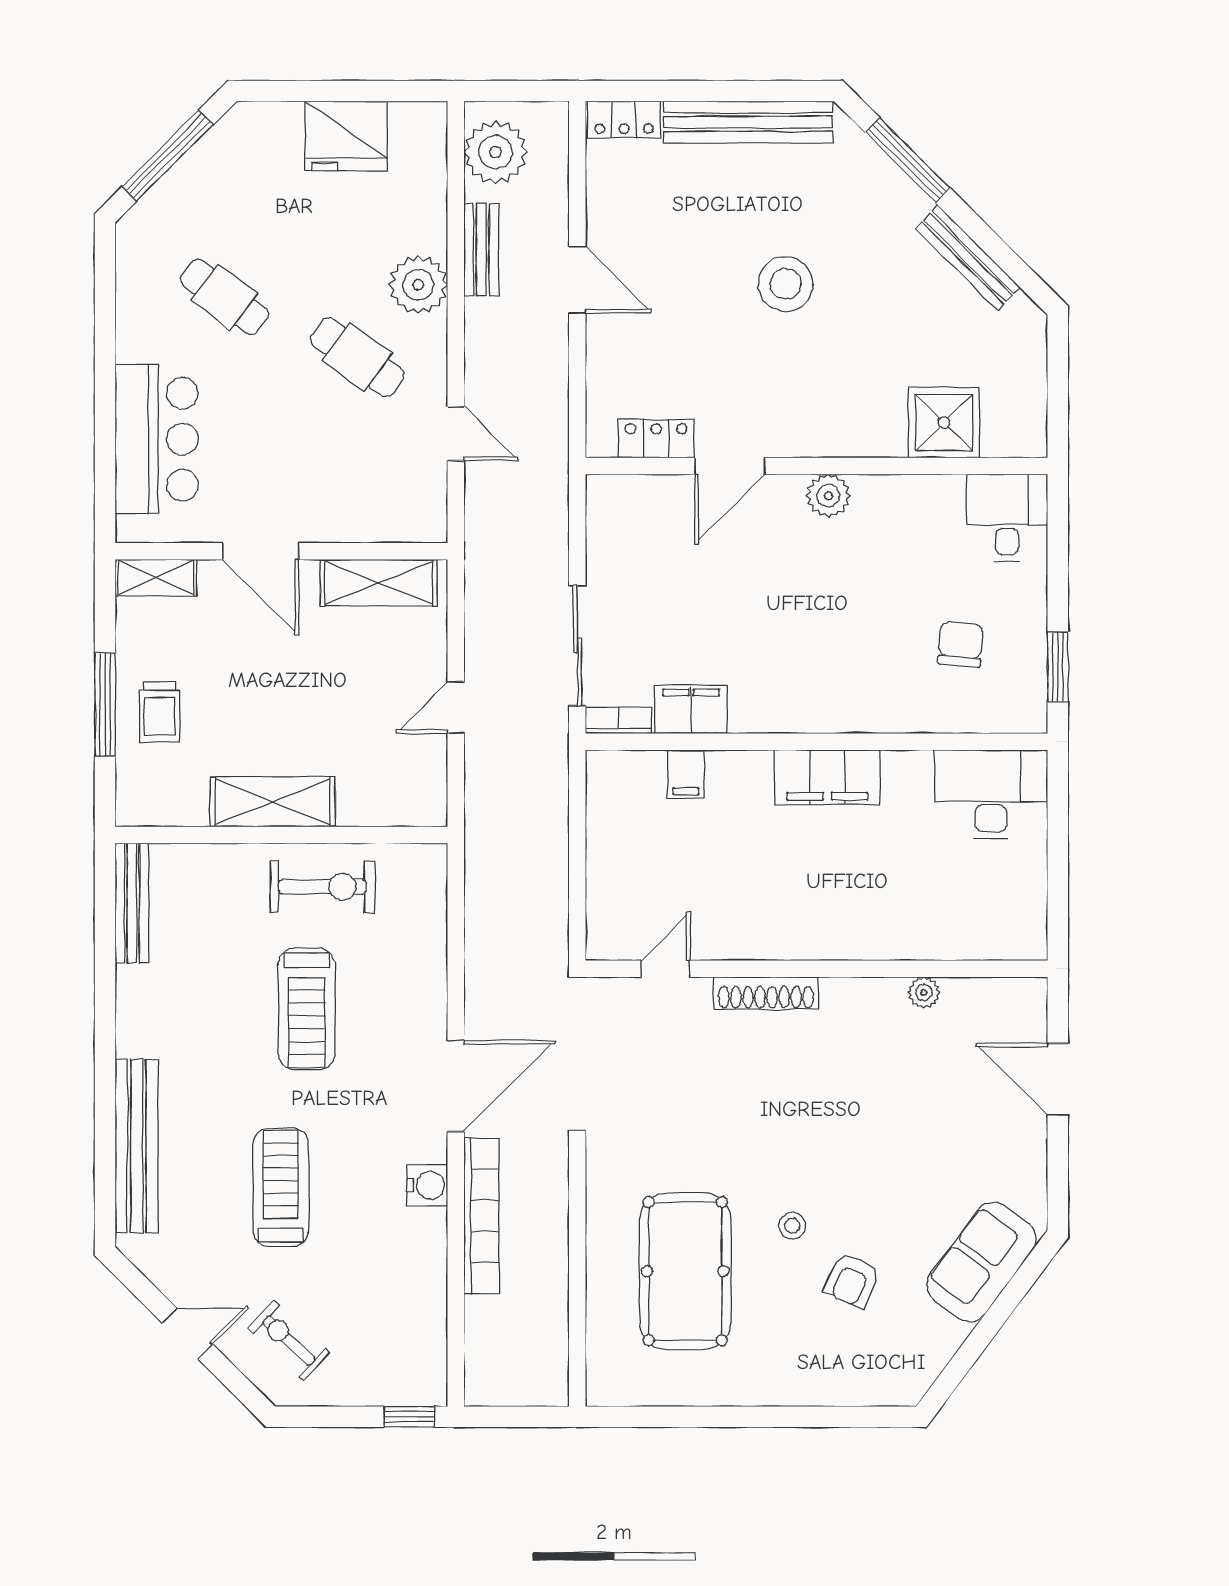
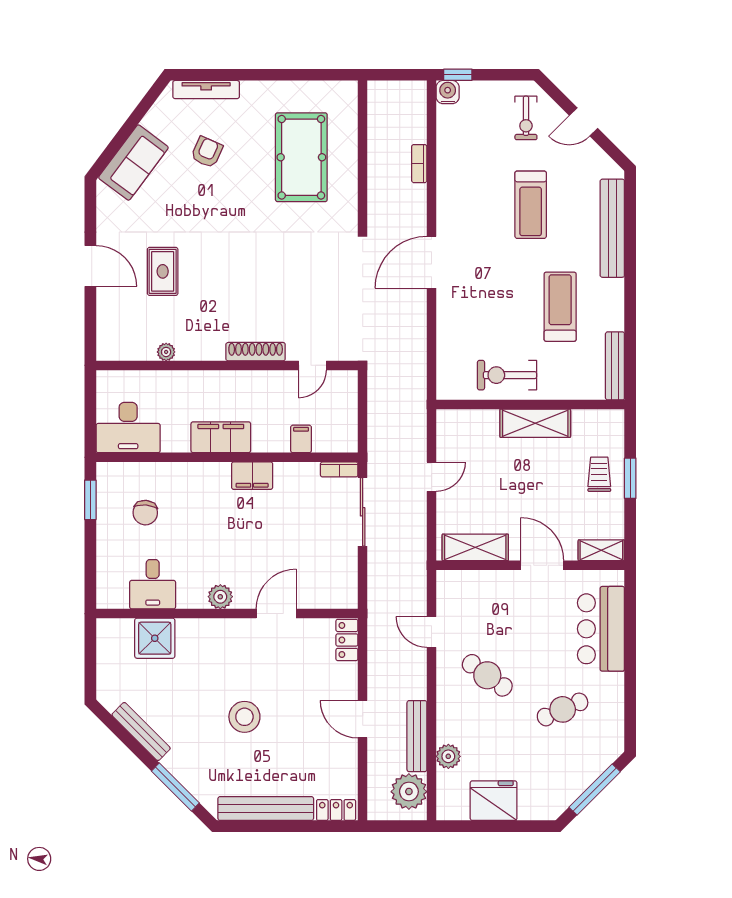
bench: (481, 250) -> (417, 736), width x1.36
plant: (418, 285) -> (448, 756), moved, width x0.73, depth x0.73
cafe table: (224, 297) -> (563, 709), turned -61
locker: (656, 439) -> (347, 640), moved, turned 90
desk: (1007, 518) -> (153, 584), moved
window: (105, 705) -> (630, 478), width x0.69
filing cabinet: (691, 709) -> (252, 476), moved
door: (666, 969) -> (312, 365), moved
wall: (816, 969) -> (227, 365), moved
shoe rack: (766, 993) -> (256, 352), moved
plant: (924, 993) -> (166, 352), moved
treadmill: (307, 1009) -> (560, 307), moved
rug: (930, 1070) -> (163, 271), added
water cooler: (427, 1185) -> (448, 92), moved, turned 90
bookcase: (481, 1216) -> (419, 164), width x0.43, depth x0.76
stool: (792, 1226) -> (241, 183), removed
exercise bike: (289, 1340) -> (526, 118), turned 47
tv unit: (853, 1391) -> (206, 90), added

